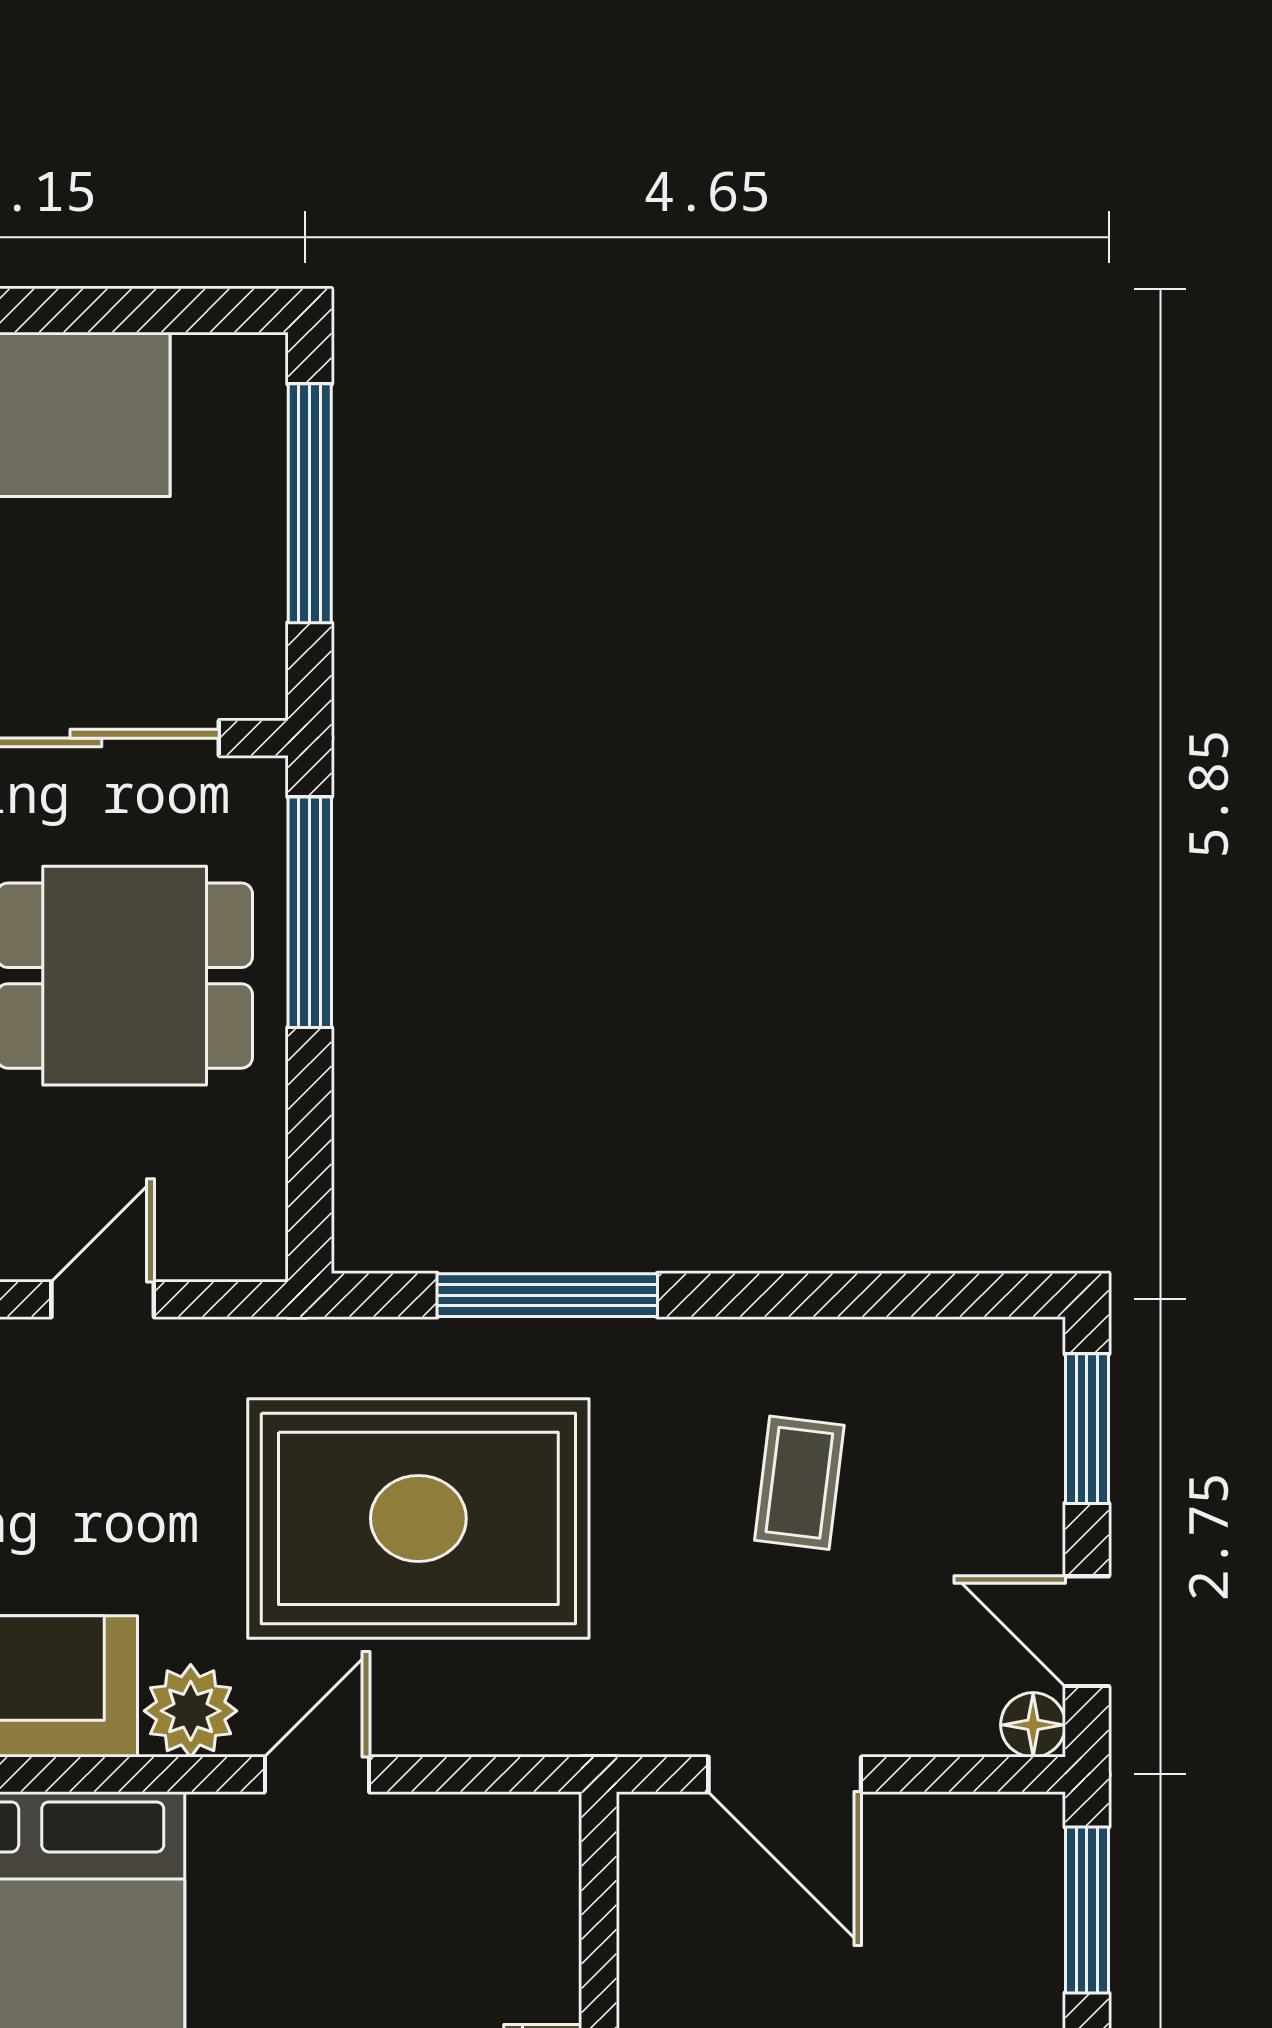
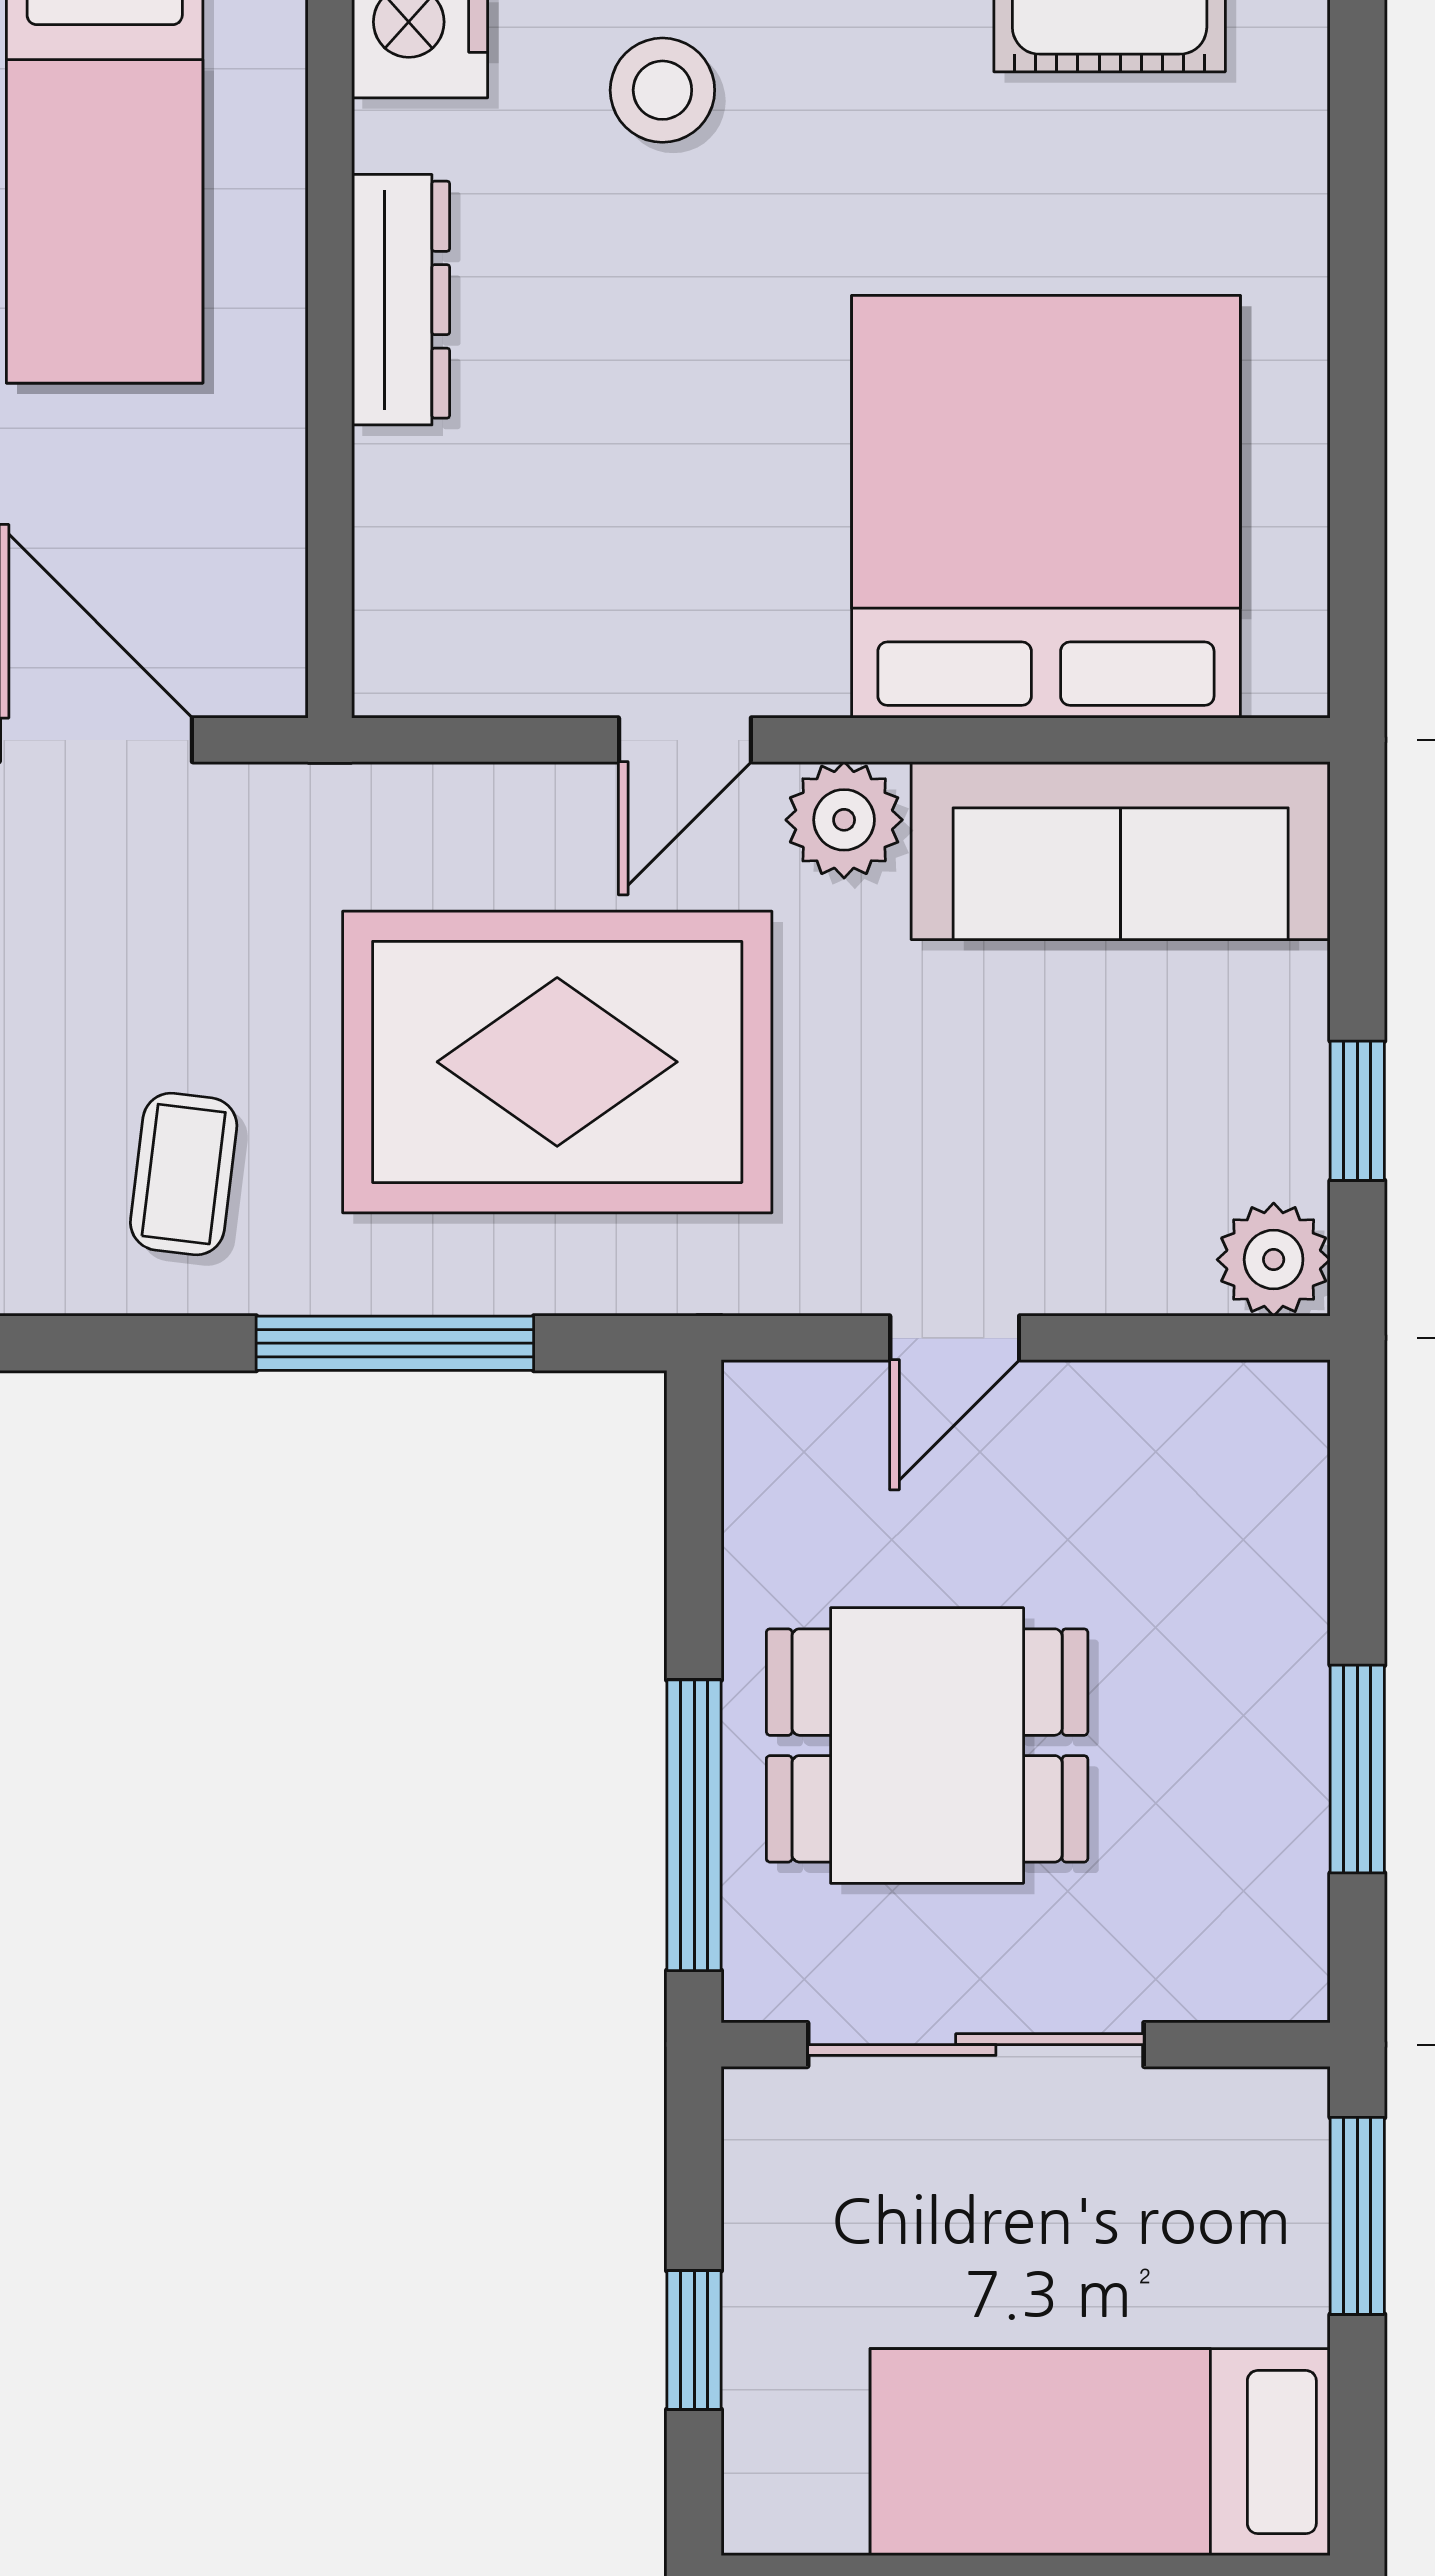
window: (310, 503) -> (694, 2340), width x0.46
coffee table: (799, 1483) -> (184, 1174), moved

